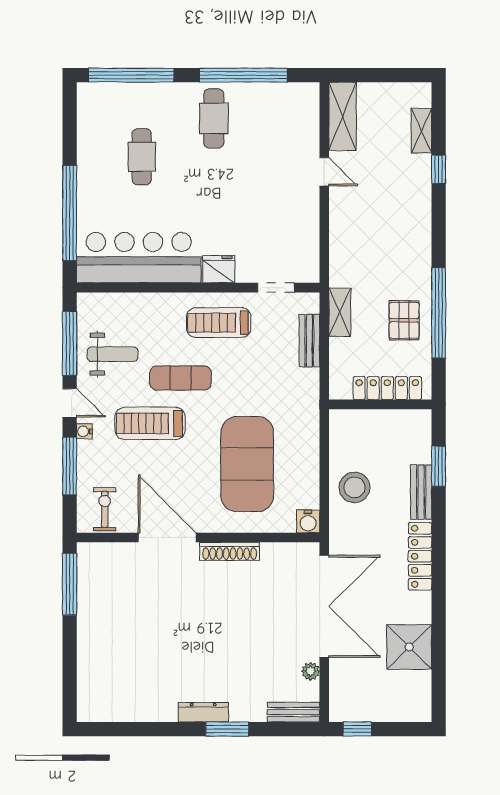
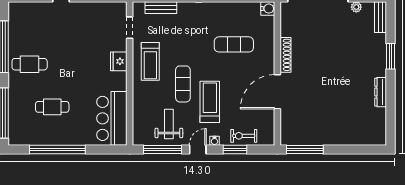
window: (70, 213) -> (57, 149), moved
bar counter: (139, 258) -> (112, 118), width x0.73
treadmill: (150, 423) -> (210, 102), turned 180
exercise mat: (247, 464) -> (234, 44), width x0.50, depth x0.69
window: (70, 466) -> (235, 149), width x0.69
exercise bike: (105, 509) -> (244, 136), moved
dresser: (203, 712) -> (381, 92), moved

